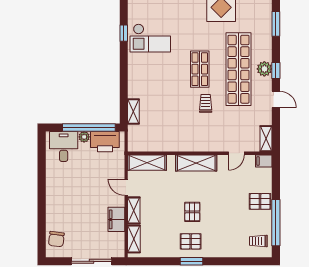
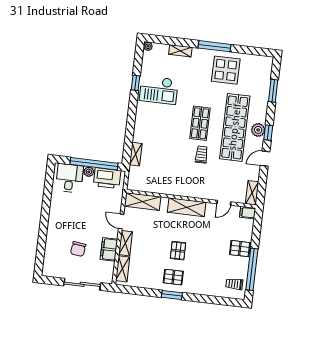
door: (276, 99) -> (265, 159), swing flipped
chair: (56, 239) -> (78, 249), moved

